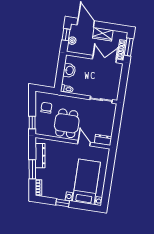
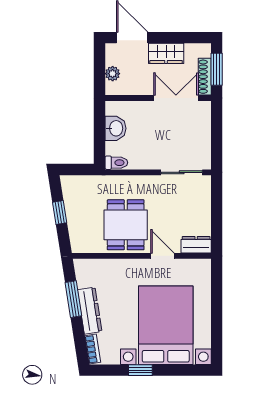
window: (66, 35) -> (100, 65), removed
chair: (46, 108) -> (85, 202), removed
window: (32, 122) -> (60, 213), moved
dresser: (40, 156) -> (90, 311), moved
window: (32, 169) -> (73, 299), moved
bed with nightstands: (86, 182) -> (166, 325), width x1.36

